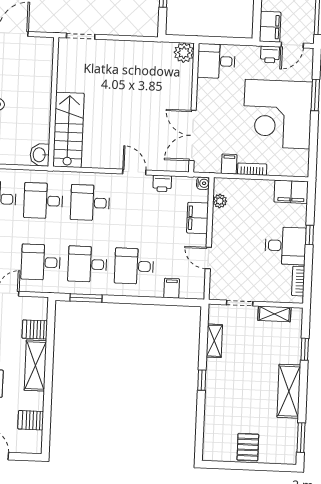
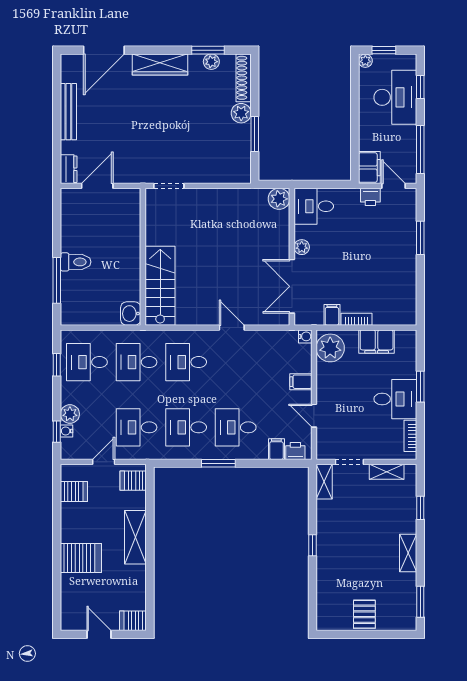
door: (292, 45) -> (394, 186), swing flipped
plant: (203, 99) -> (302, 247), added
corner desk: (277, 114) -> (381, 260), removed
printer: (162, 183) -> (295, 451), moved, turned 180
filing cabinet: (291, 192) -> (377, 342), moved
plant: (220, 201) -> (330, 348), width x1.88, depth x1.88
filing cabinet: (198, 218) -> (301, 382), width x0.50
window: (309, 235) -> (420, 387), width x1.50
window: (86, 298) -> (218, 463), moved
server rack: (35, 330) -> (133, 481), moved
shelving: (214, 341) -> (324, 482), moved
shelving: (289, 391) -> (408, 553), width x0.67, depth x0.75
server rack: (31, 420) -> (133, 621), moved

